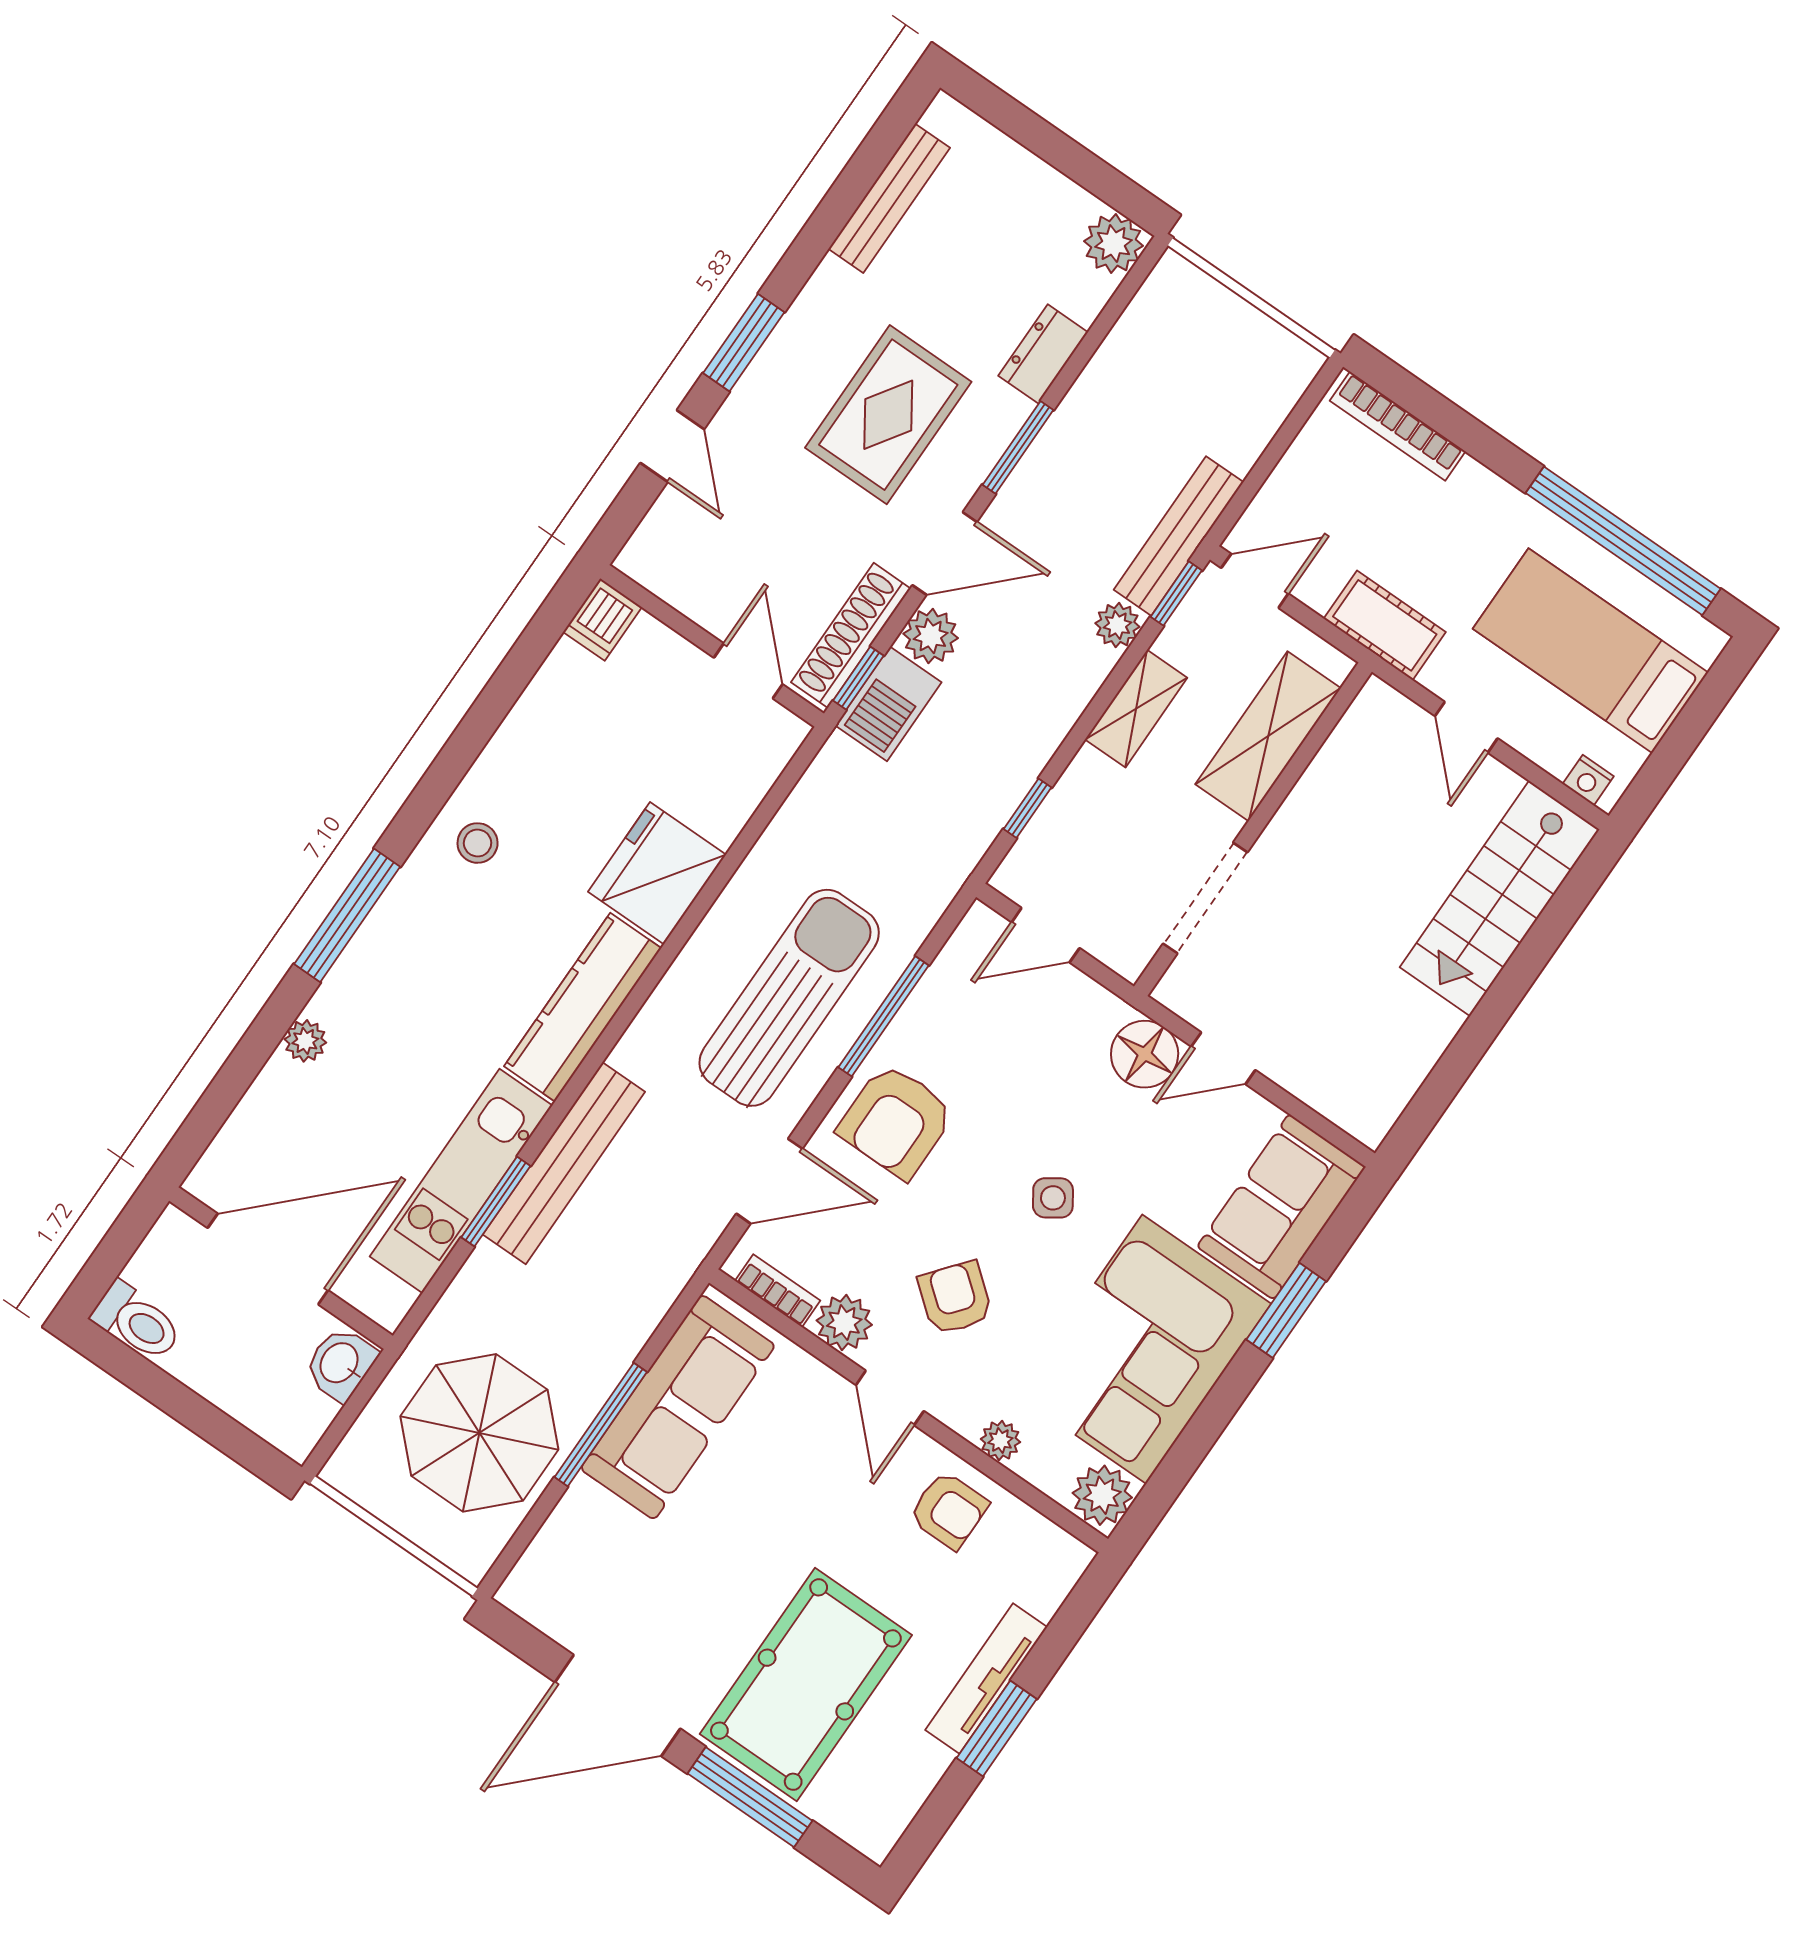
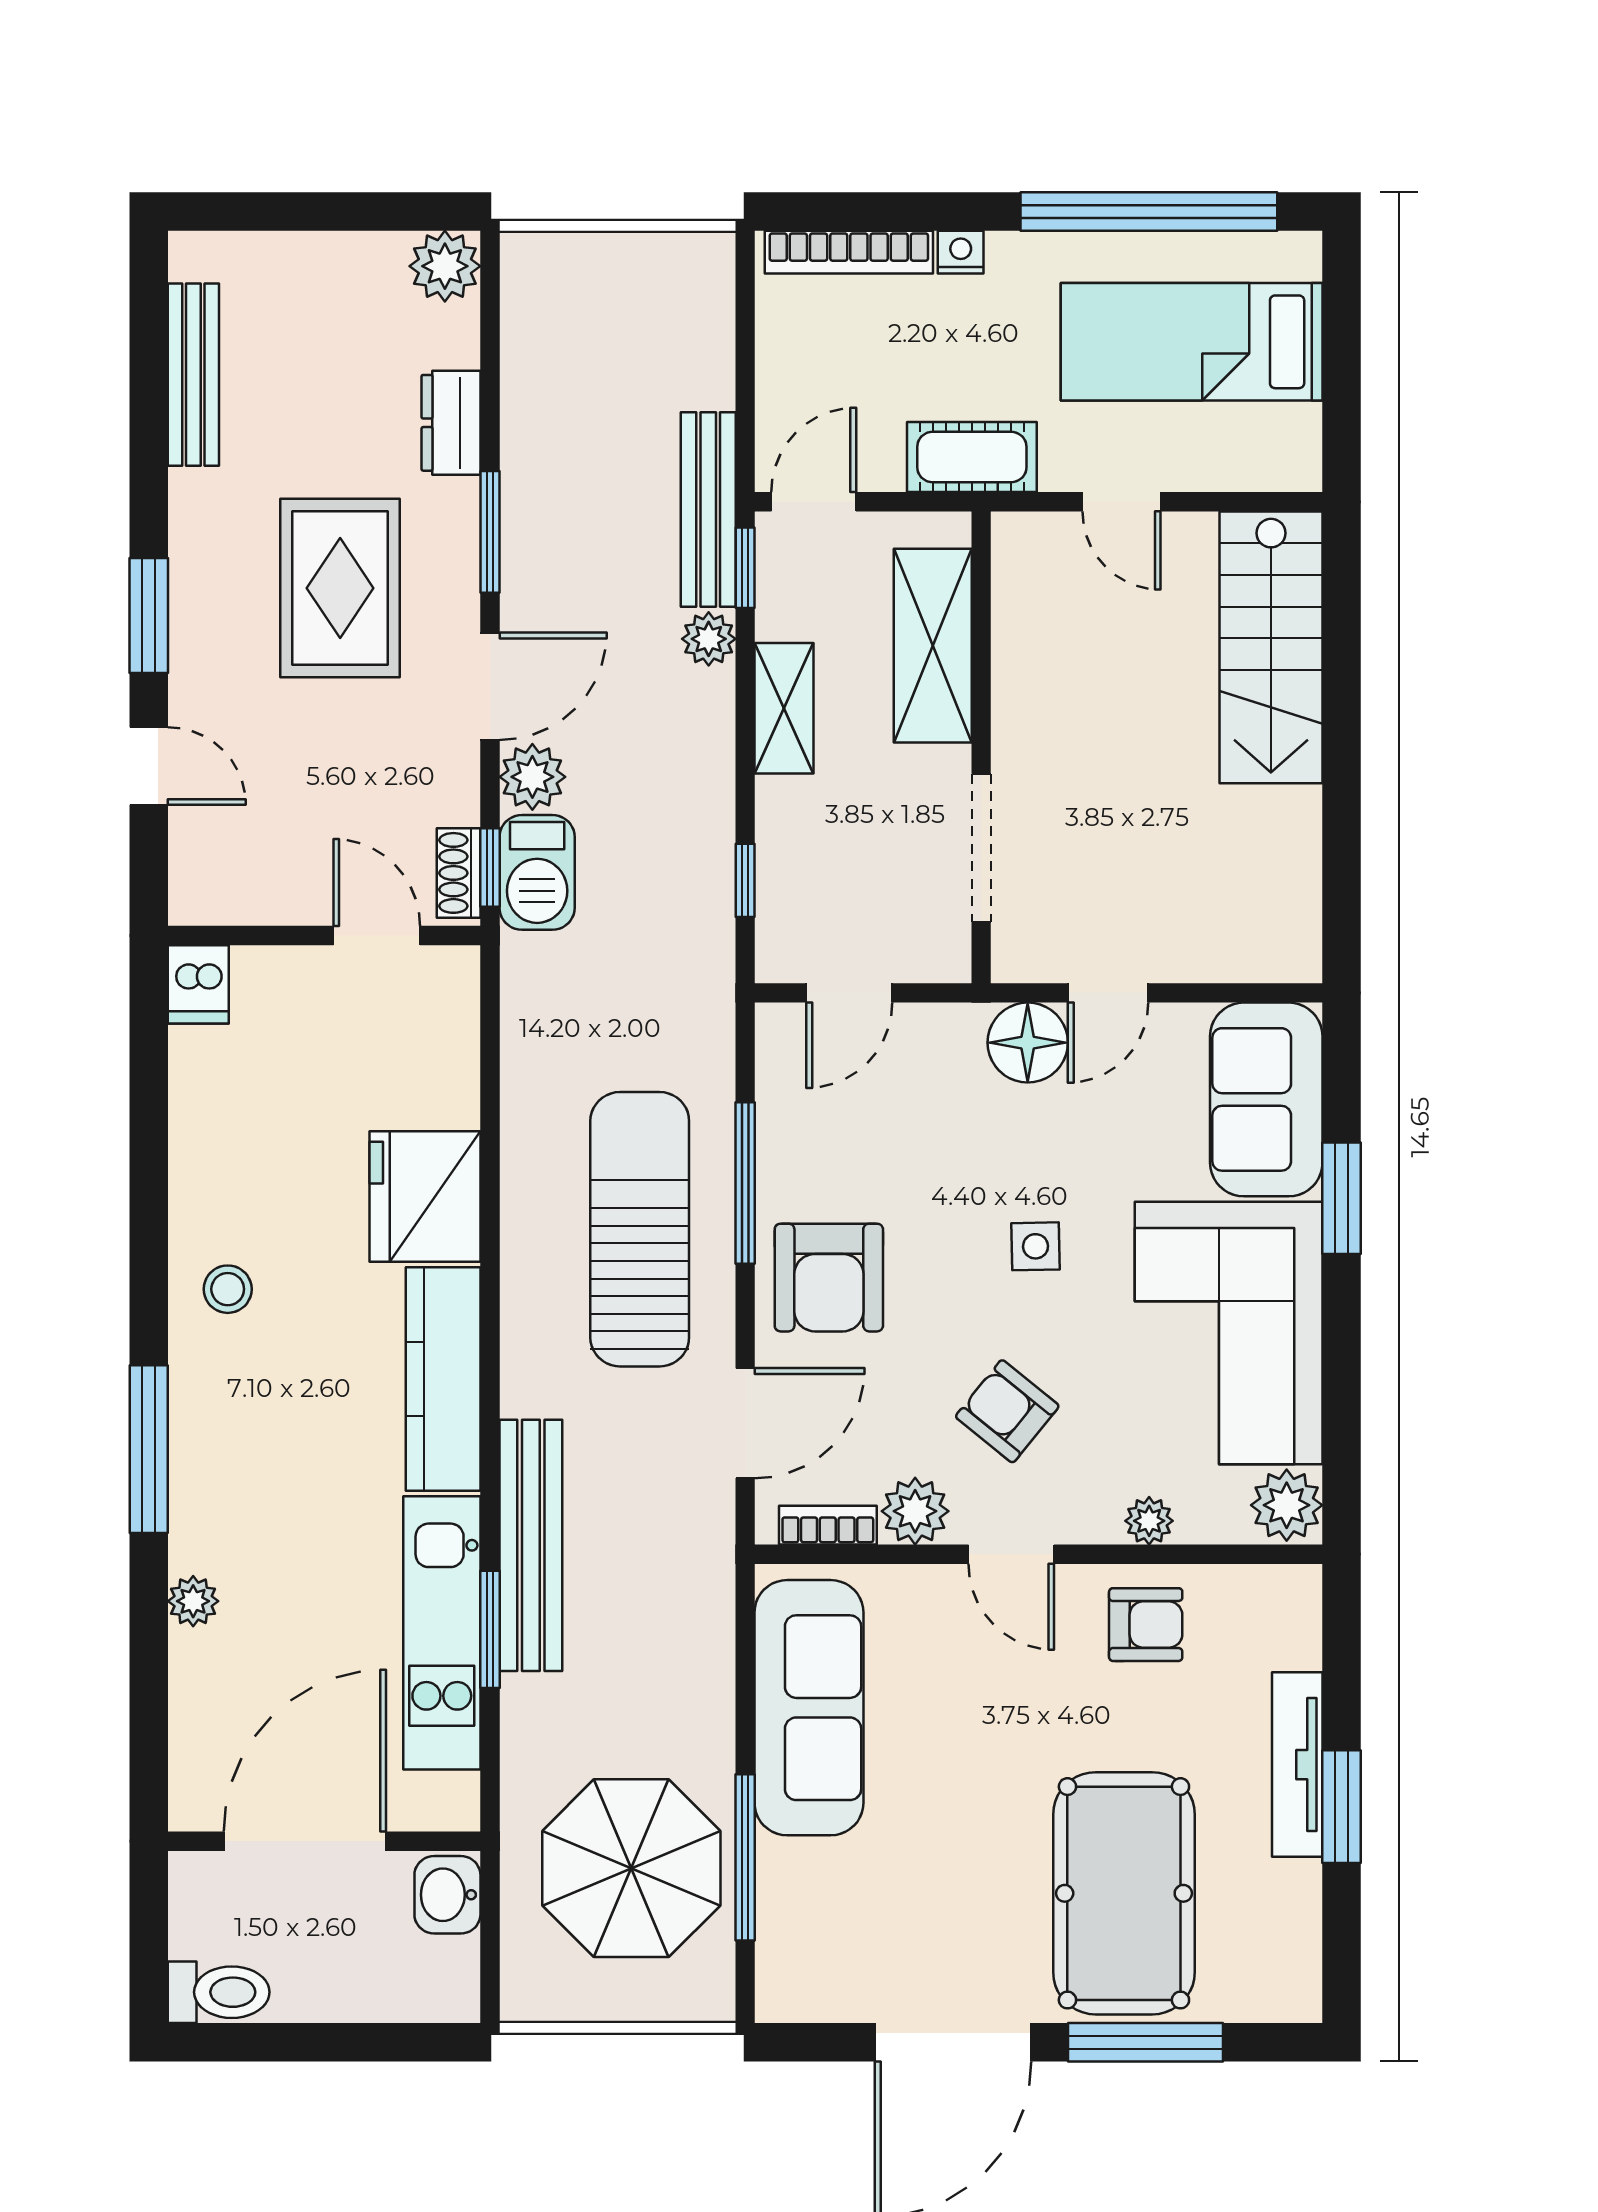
shoe rack: (851, 635) -> (459, 873), width x0.51, depth x0.81
nightstand: (1588, 780) -> (961, 252), moved, turned 180
side table: (1053, 1198) -> (1036, 1246), turned 33
window: (601, 1425) -> (745, 1857), moved

